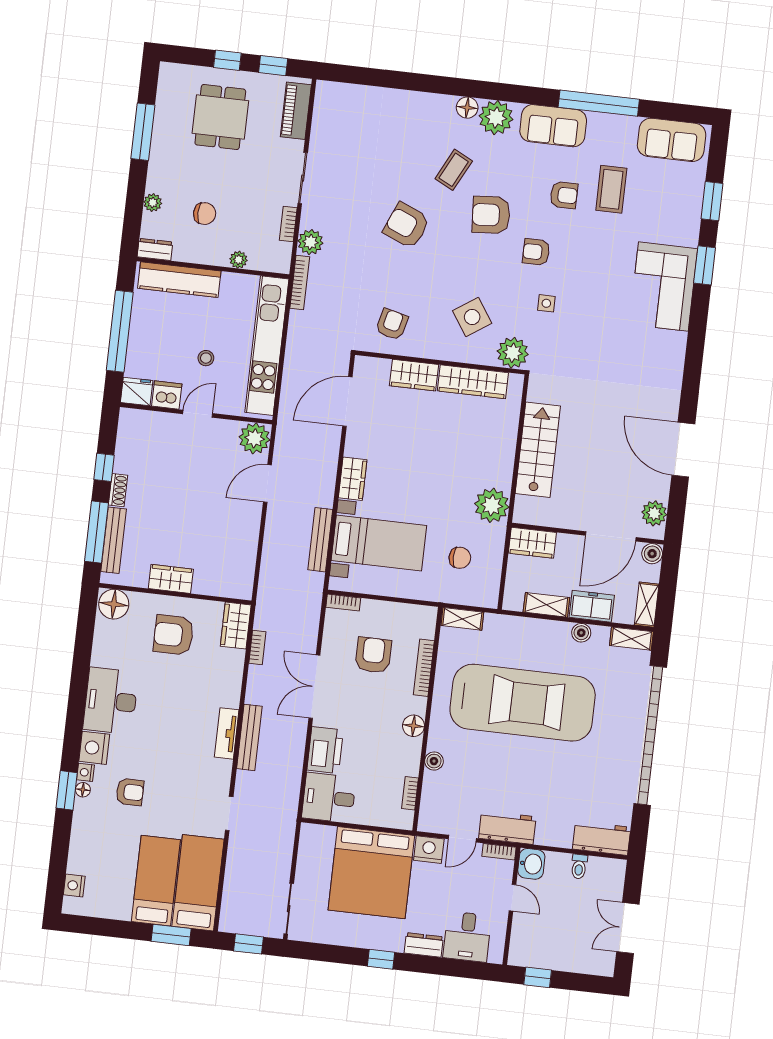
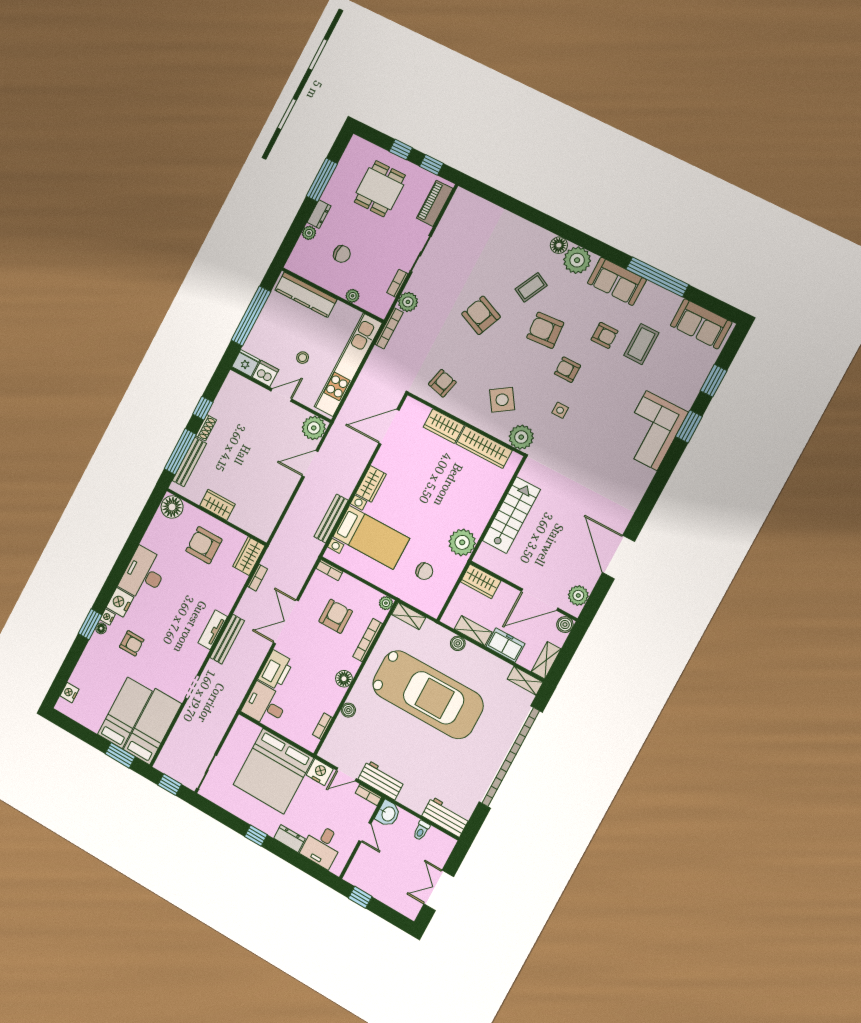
dresser: (155, 249) -> (319, 214), moved, turned 90
plant: (428, 615) -> (386, 603), added
boiler: (581, 633) -> (458, 643), moved

